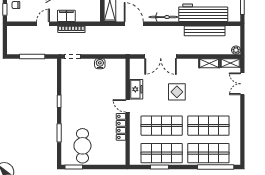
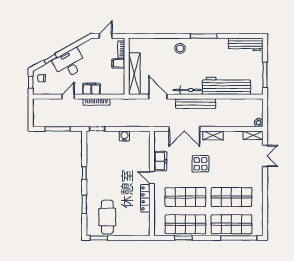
bench: (205, 31) -> (196, 104), moved
shelving: (209, 63) -> (213, 135), moved
double door: (242, 84) -> (265, 156), swing flipped

